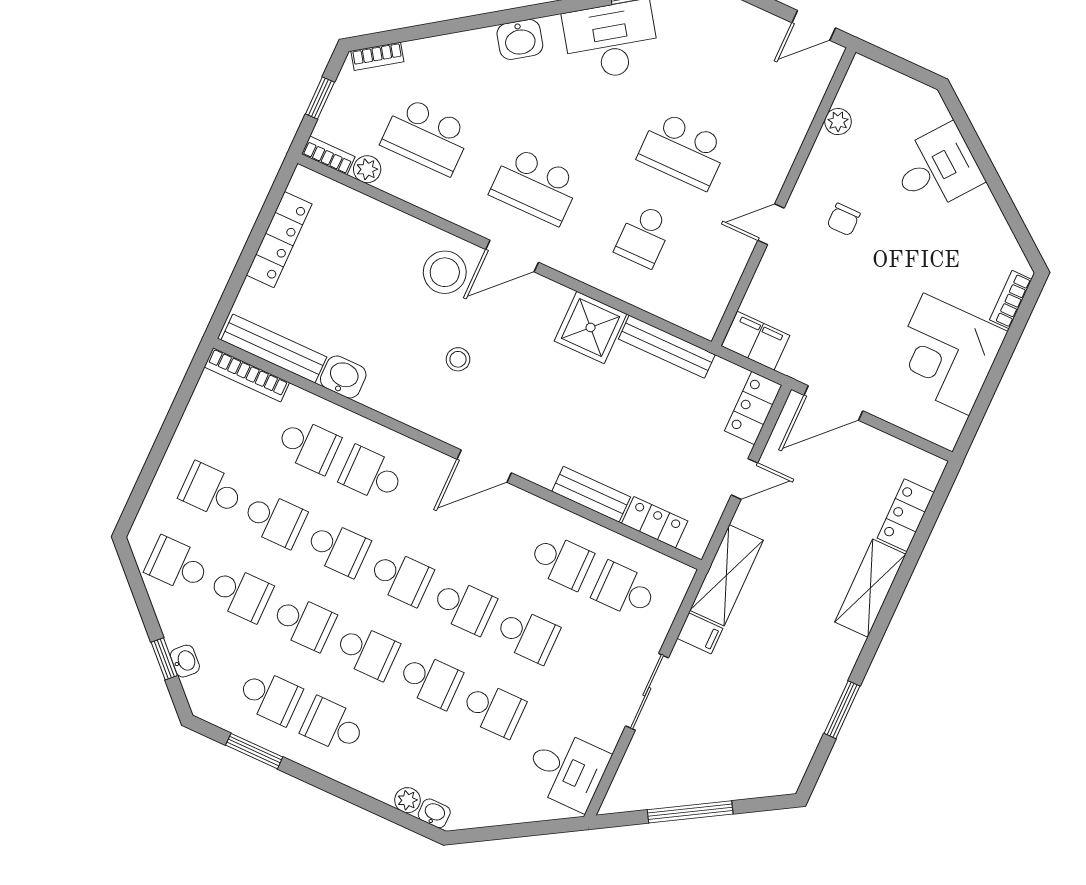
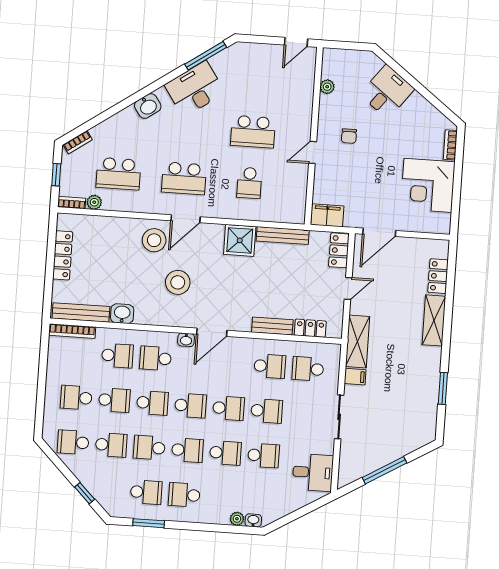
stool: (458, 359) -> (178, 282), width x1.89, depth x1.89
school desk: (304, 623) -> (149, 448), turned 180
washbasin: (185, 661) -> (186, 340), moved, turned 135

